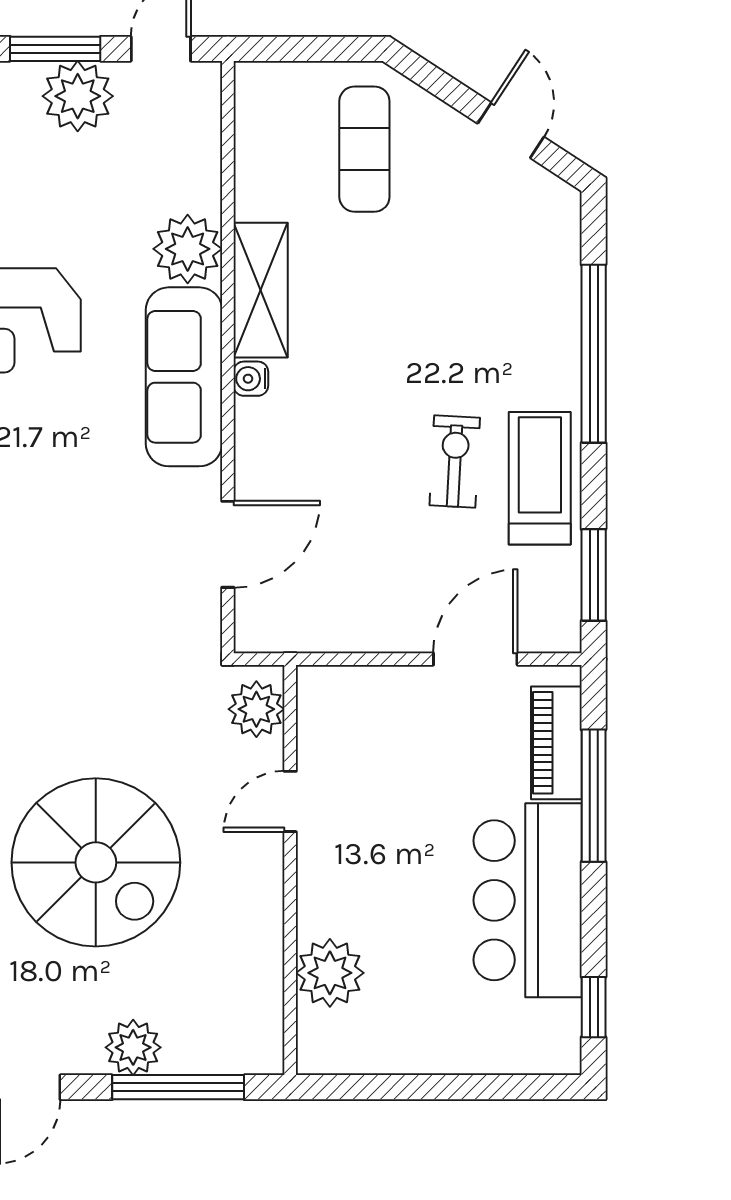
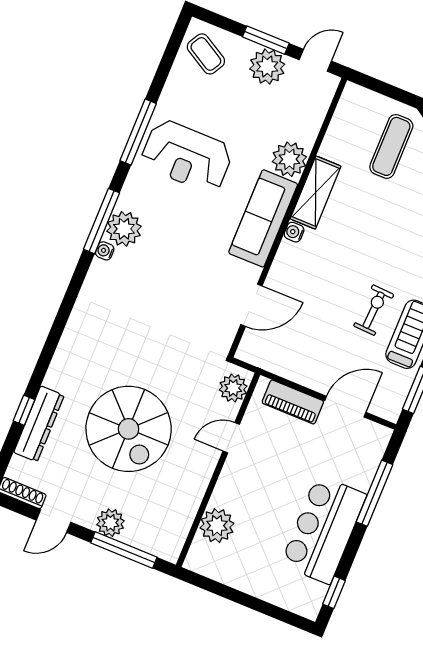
piano: (556, 743) -> (293, 402), moved, turned -90

